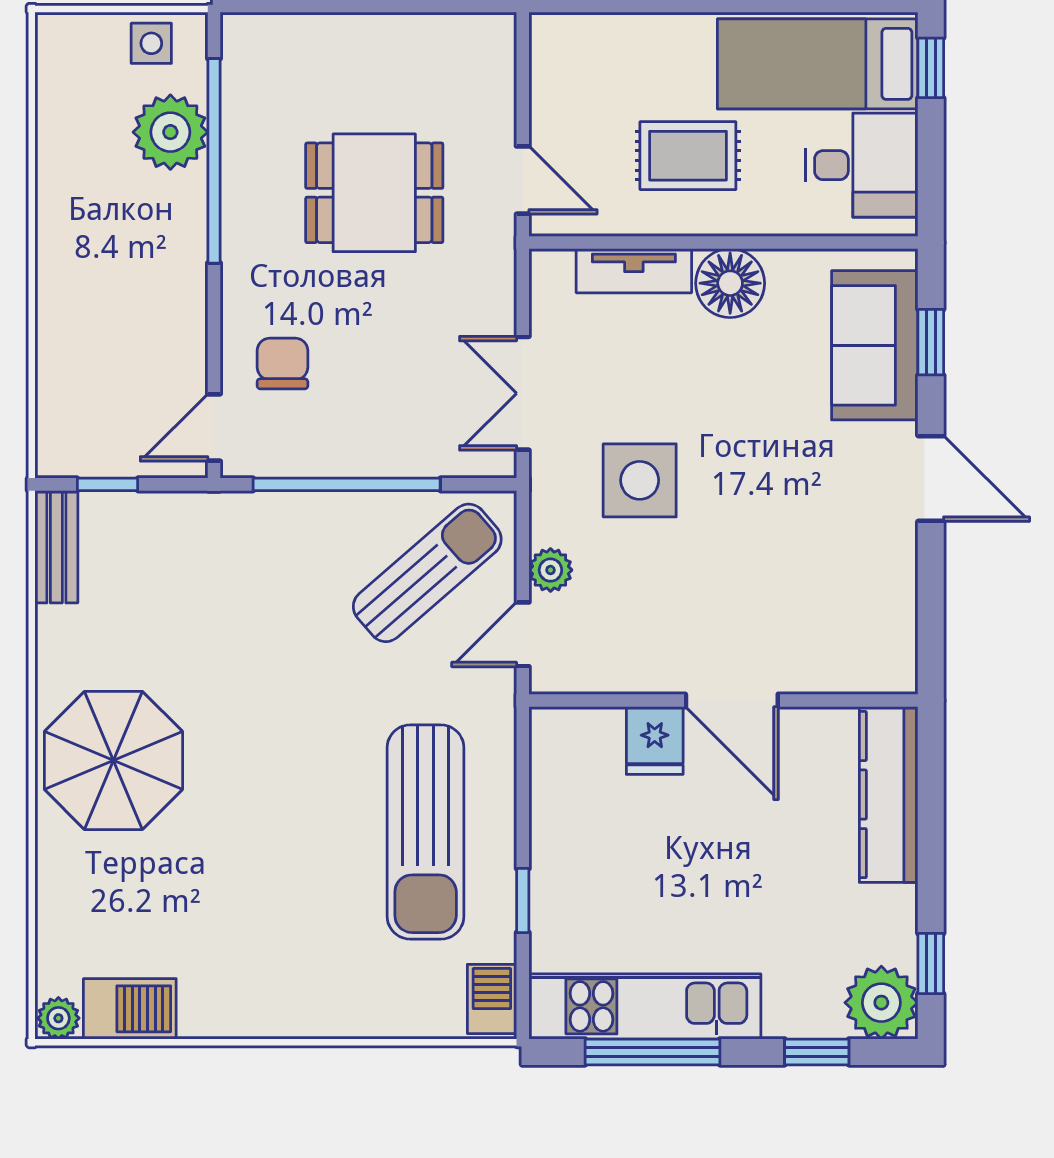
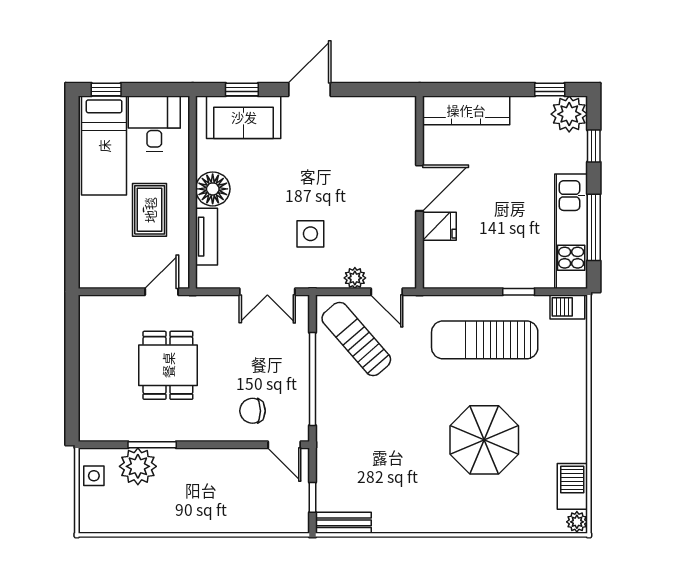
window: (214, 161) -> (152, 445), width x0.47
side table: (640, 480) -> (310, 234), width x0.73, depth x0.73
parasol: (113, 760) -> (484, 440), moved
sun lounger: (426, 832) -> (485, 340), turned 180

